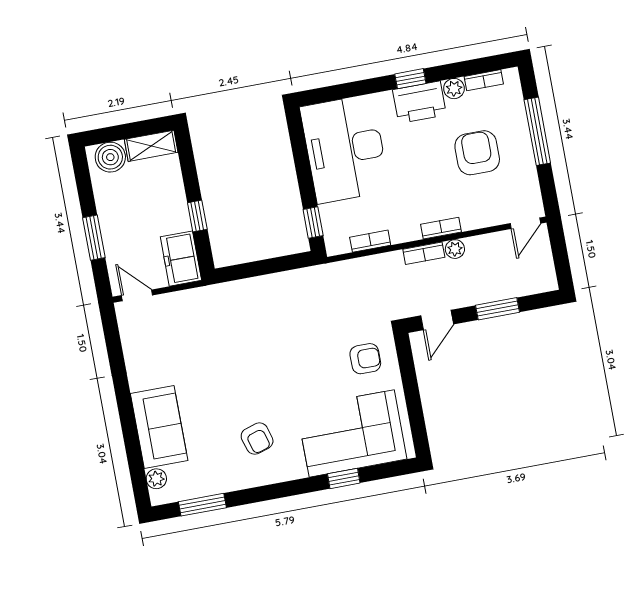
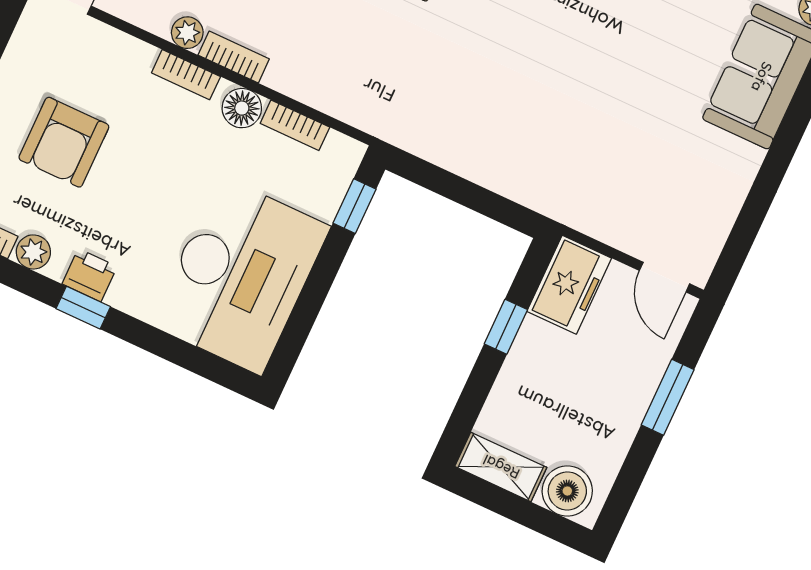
printer: (419, 102) -> (90, 275), width x0.53, depth x0.68
floor lamp: (402, 231) -> (242, 108), added

